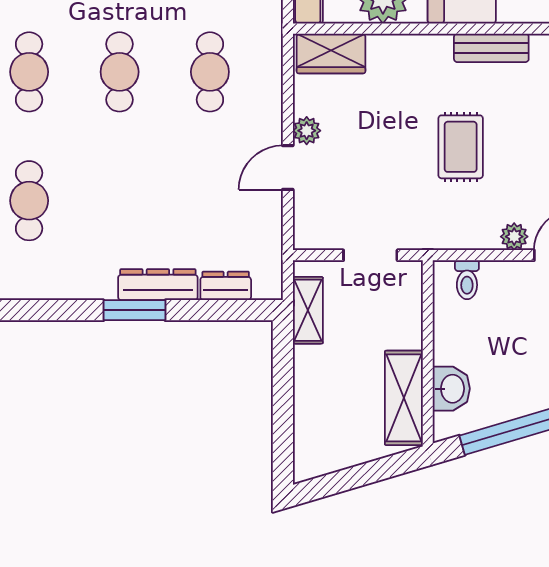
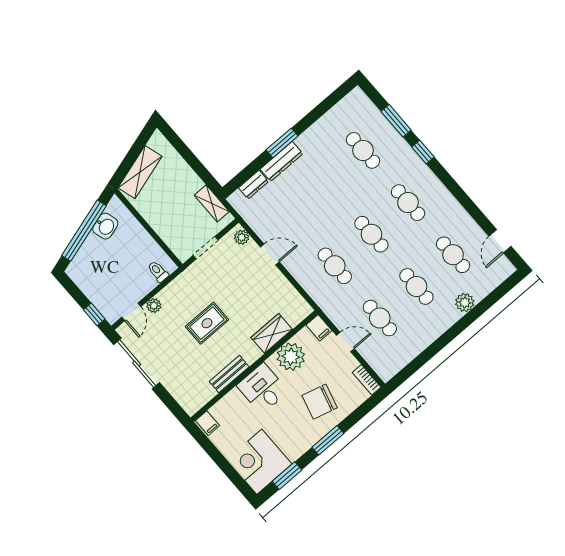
wardrobe: (331, 53) -> (272, 333), moved
plant: (307, 131) -> (242, 237), moved
rug: (461, 147) -> (207, 323), turned 90
door: (288, 168) -> (270, 254), hinge flipped
washbasin: (451, 389) -> (105, 226), moved, turned -107
shelving: (404, 398) -> (140, 172), moved, turned 73

